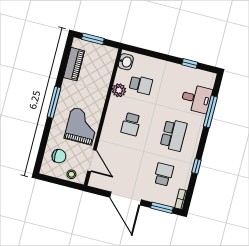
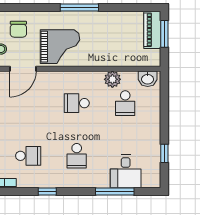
piano: (74, 64) -> (152, 30), moved, turned 90
school desk: (174, 135) -> (77, 156), width x0.54

